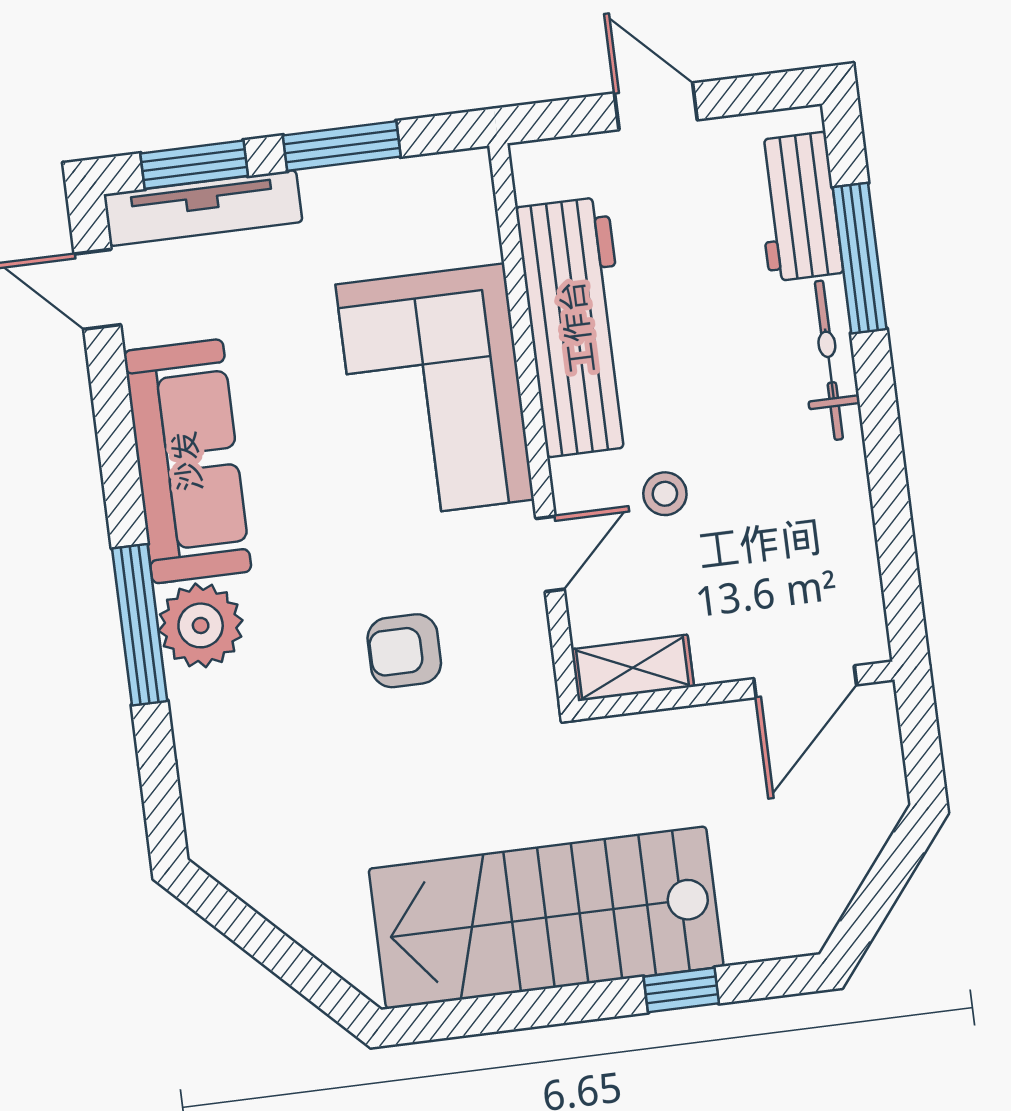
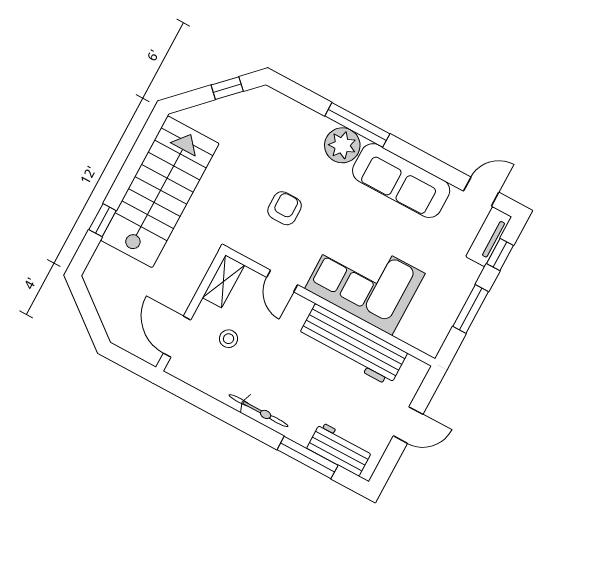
window: (194, 165) -> (500, 255), width x0.67
tv unit: (203, 208) -> (489, 237), width x0.71
bicycle: (829, 360) -> (259, 411), moved
stool: (665, 494) -> (229, 339), moved
window: (249, 930) -> (227, 88), added

